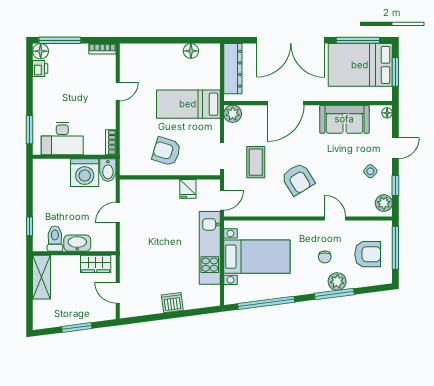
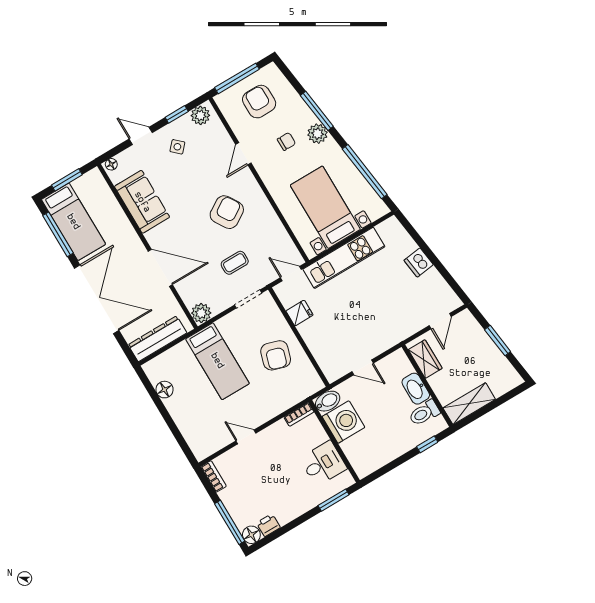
bed: (360, 65) -> (73, 222), width x0.67
desk: (62, 139) -> (323, 463), width x0.73
coffee table: (256, 162) -> (235, 263), width x0.73, depth x0.77
plant: (337, 282) -> (317, 134), moved

